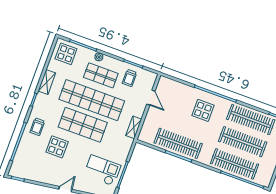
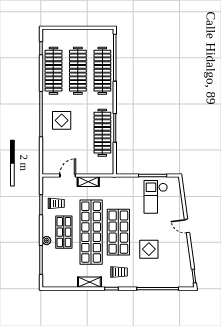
display table: (66, 54) -> (55, 274), removed
trolley: (37, 127) -> (119, 272), moved
shelving: (134, 127) -> (88, 182), moved

